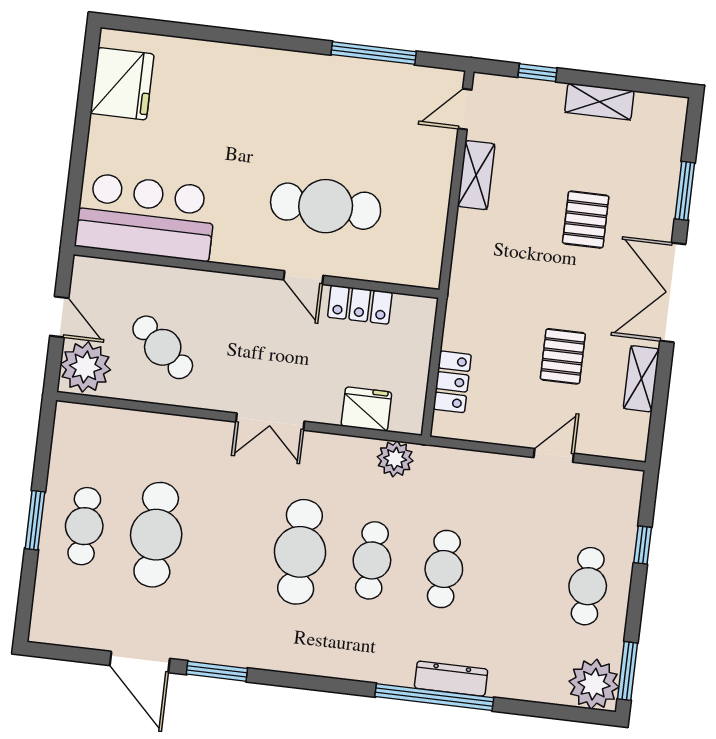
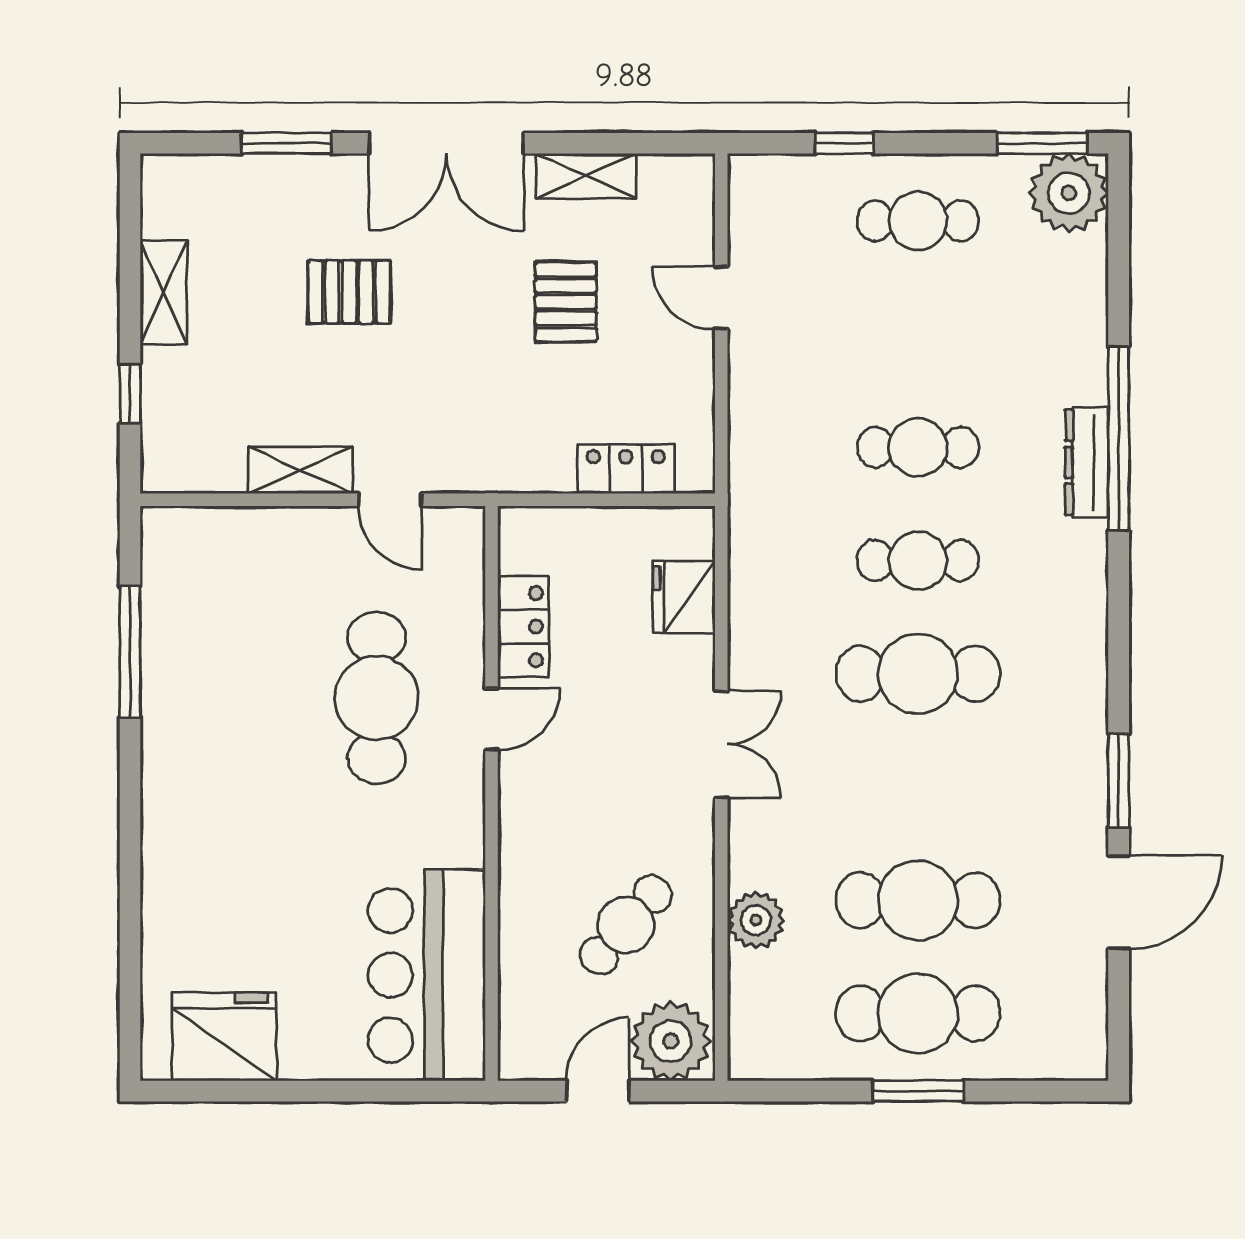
door: (465, 109) -> (390, 500), moved
pallet: (563, 356) -> (566, 302), turned 90
plant: (395, 459) -> (756, 920), moved
cafe table: (84, 526) -> (918, 1013), width x1.37, depth x1.35
dresser: (451, 679) -> (1087, 462), moved

